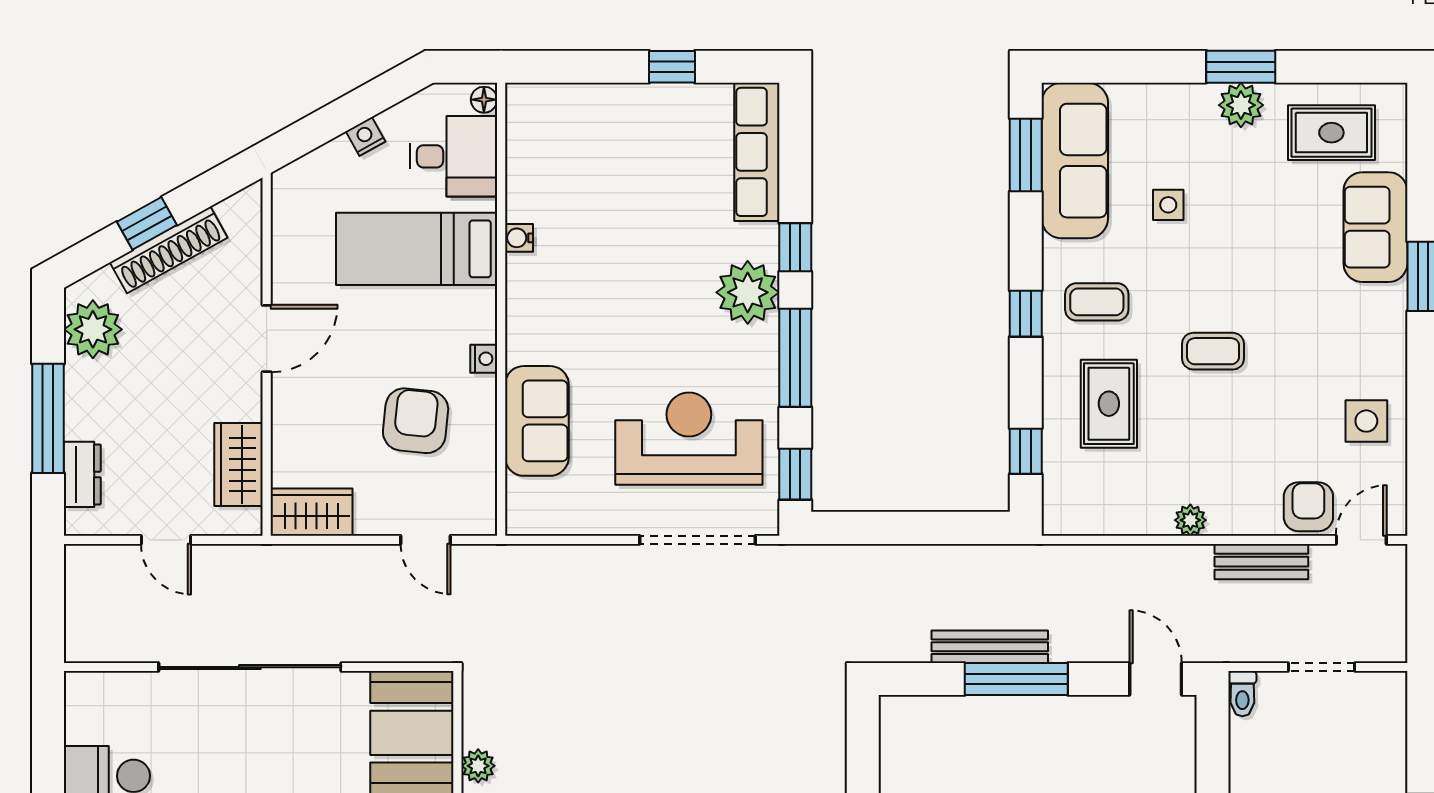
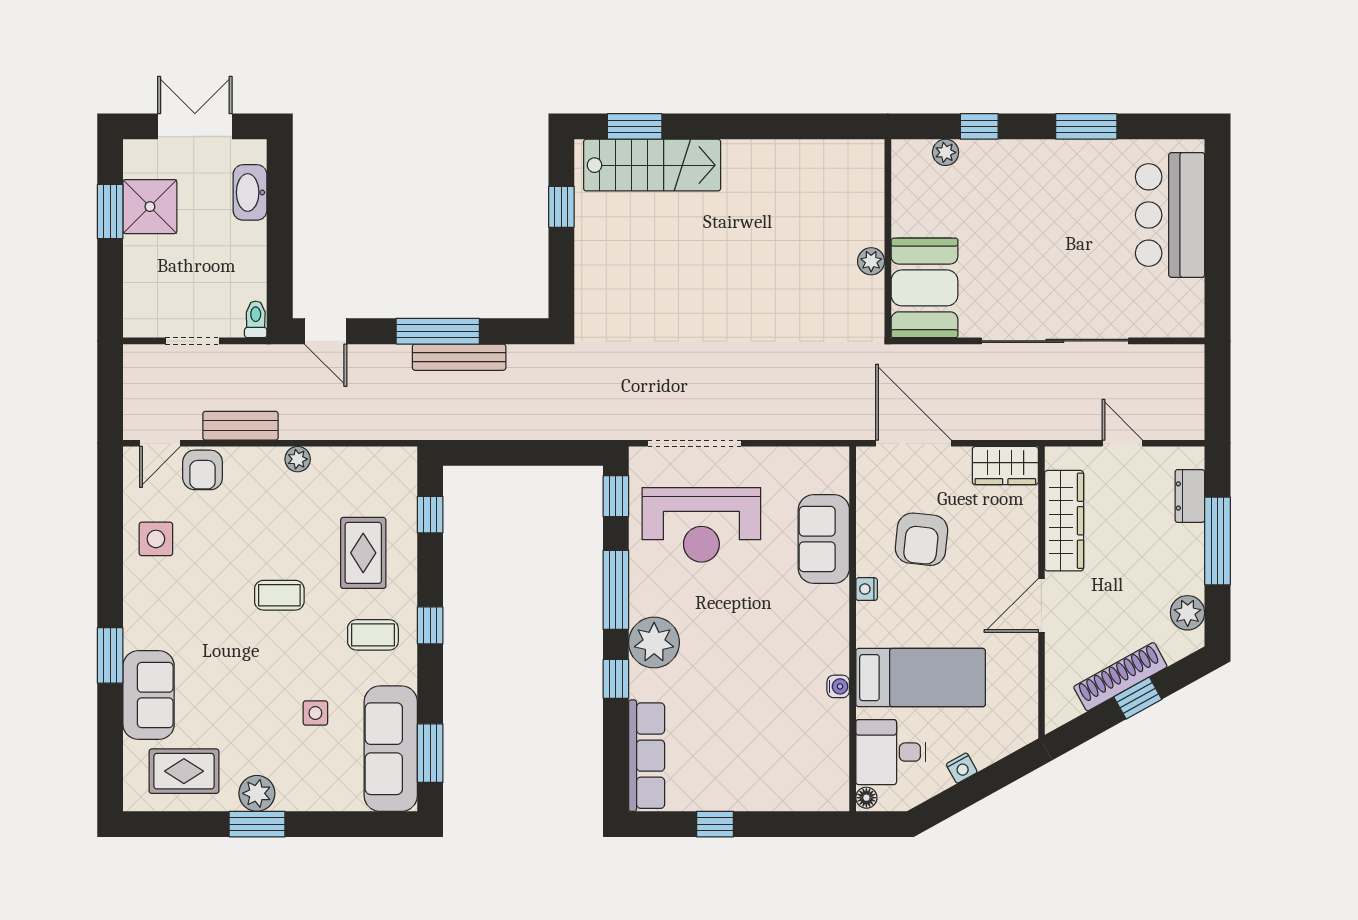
plant: (93, 329) -> (1188, 613), width x0.73, depth x0.73
wardrobe: (238, 464) -> (1064, 521), width x1.50
door: (426, 540) -> (913, 443), width x1.88

